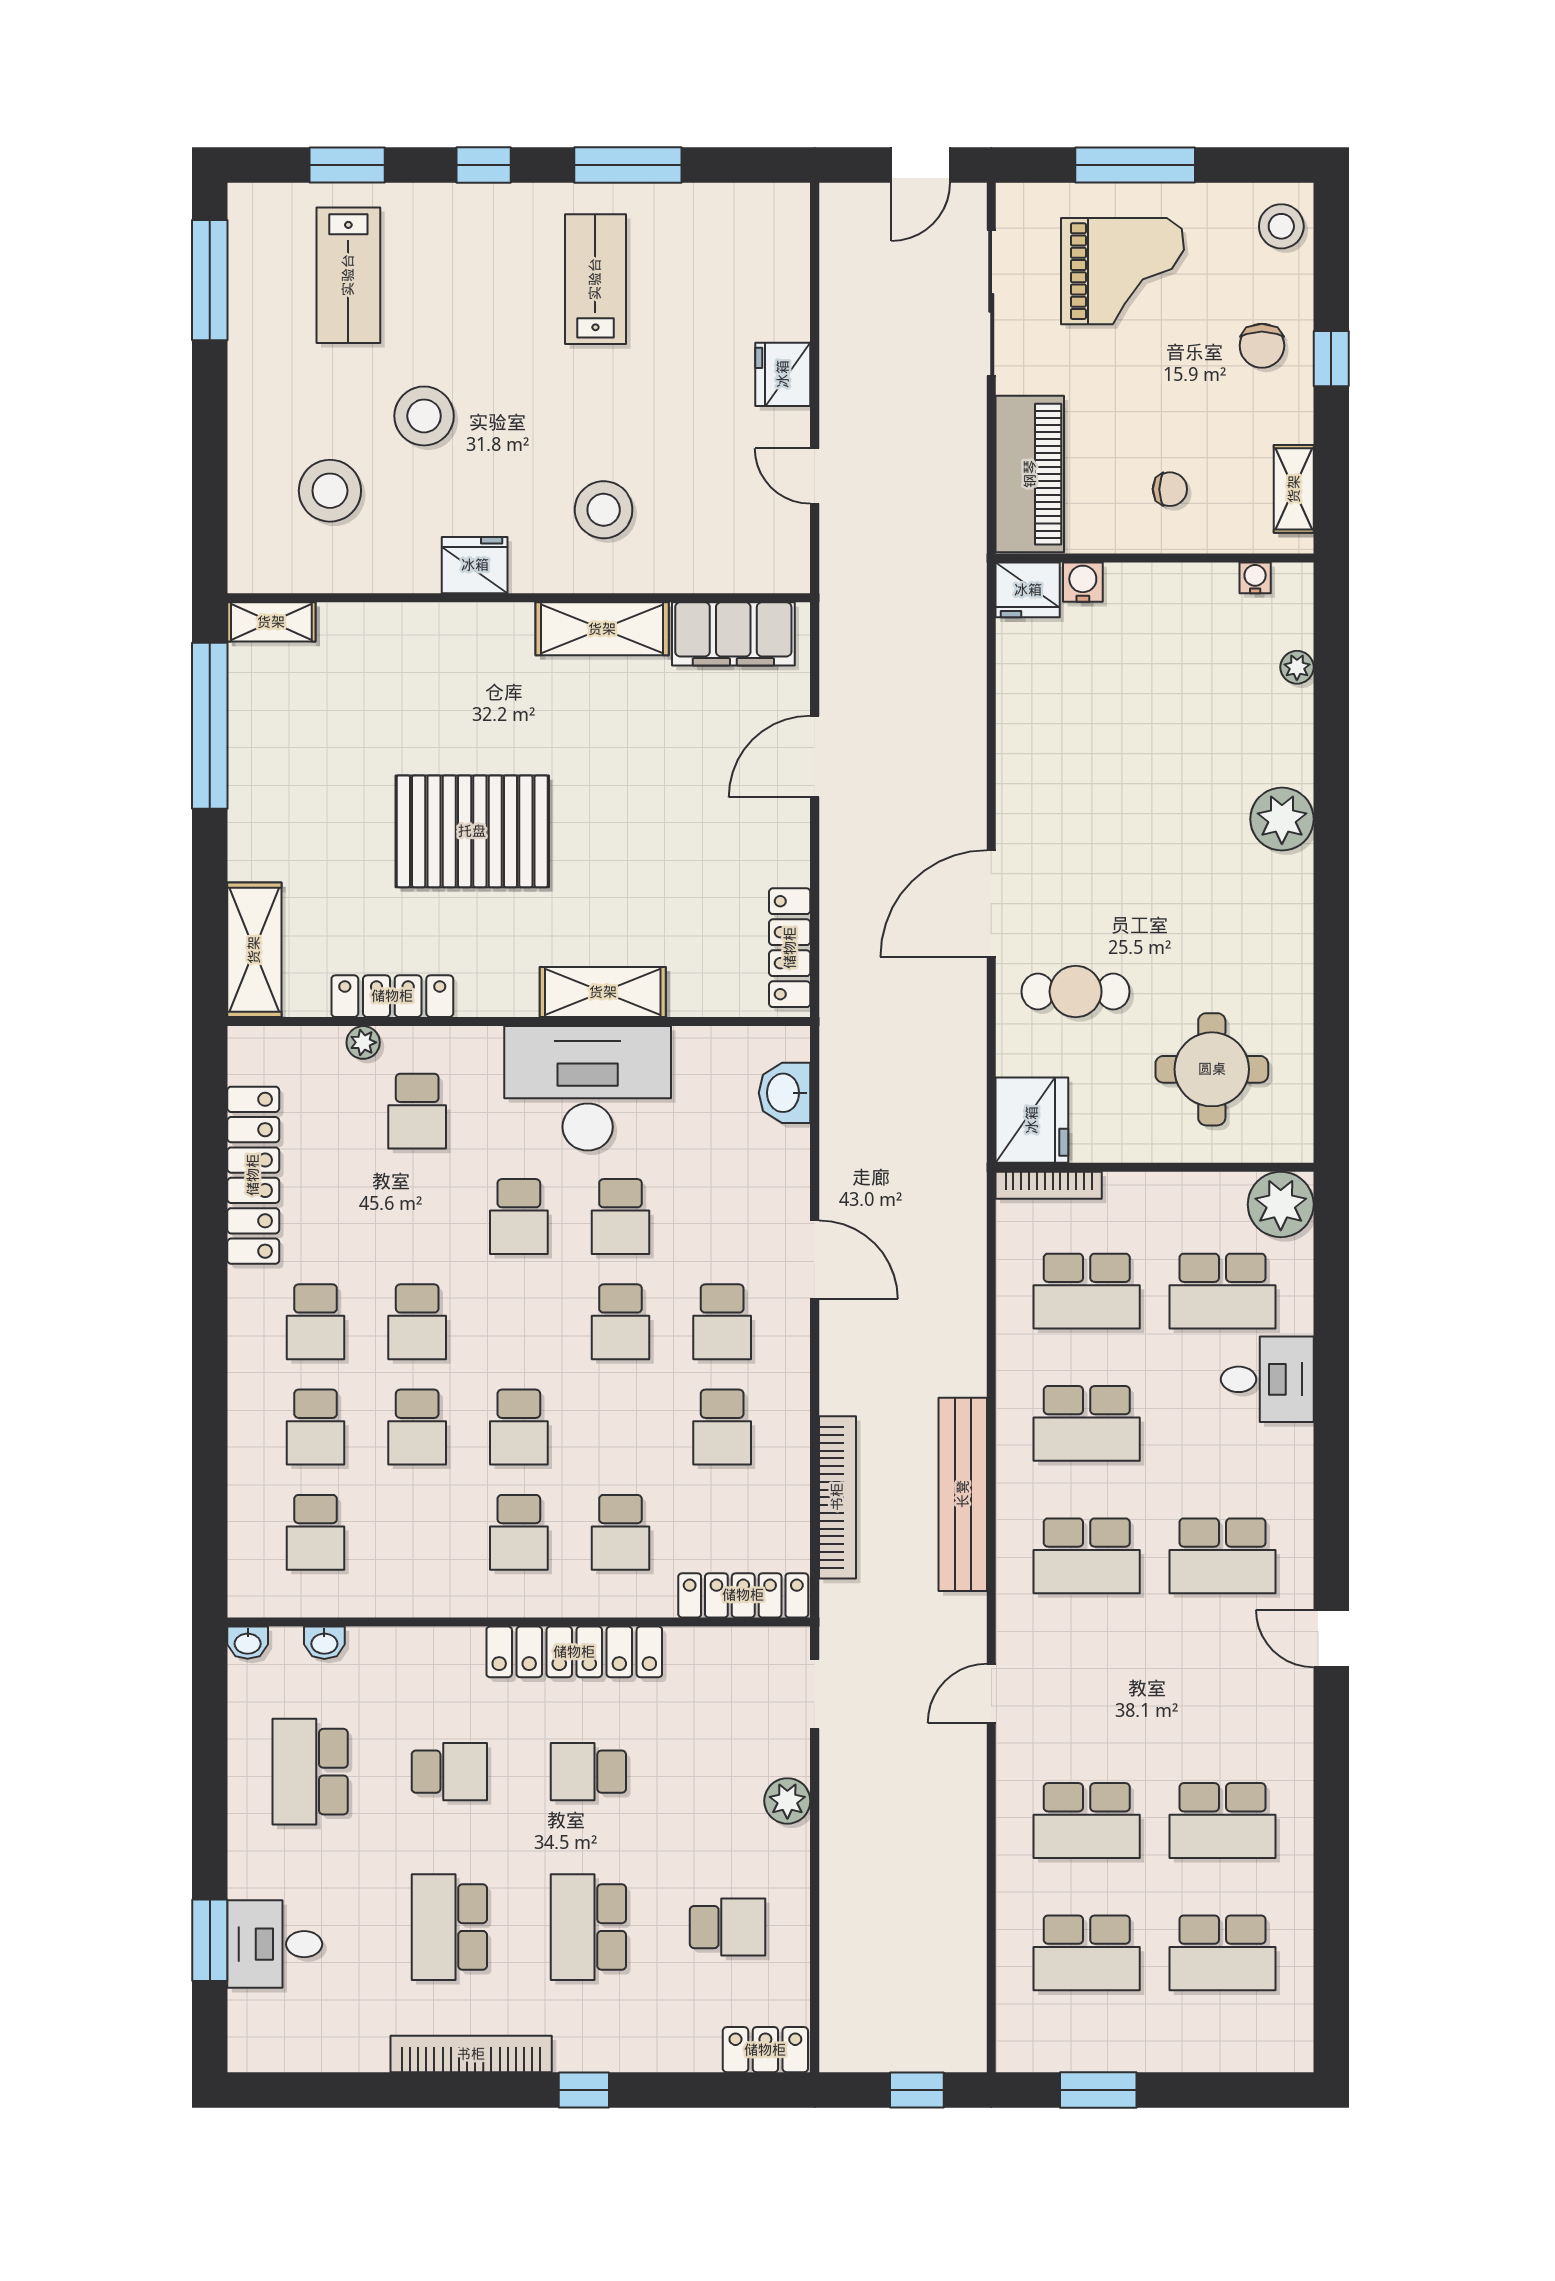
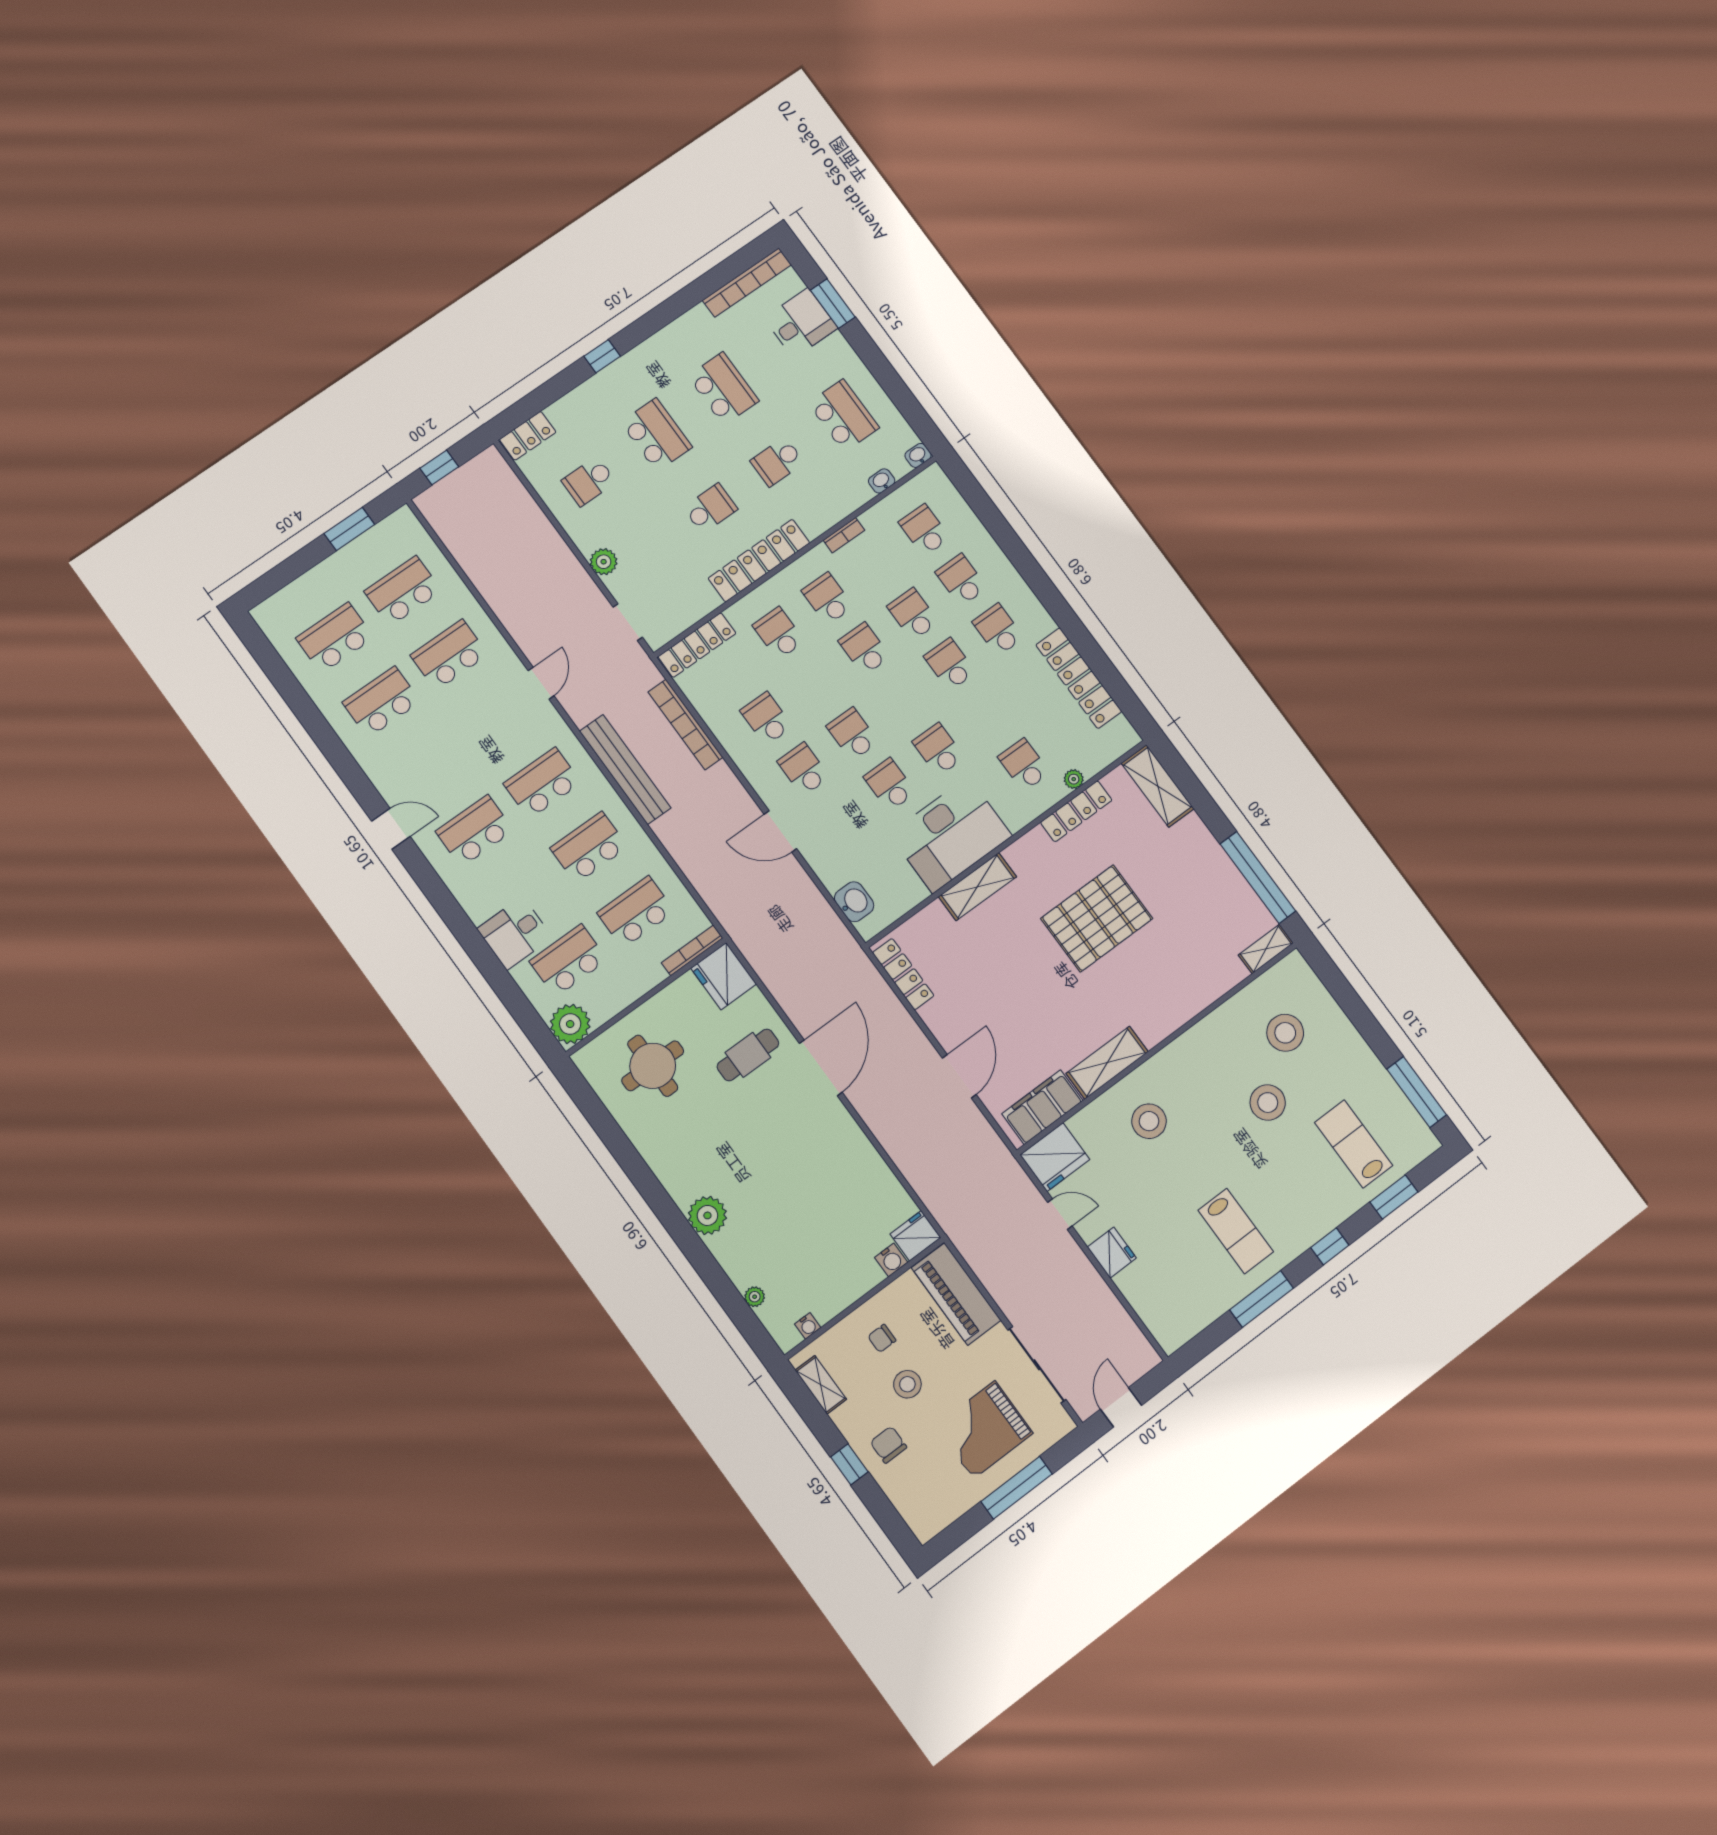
stool: (1281, 226) -> (907, 1384), moved
fridge: (475, 565) -> (1055, 1157), moved, width x1.36, depth x1.34
bookcase: (432, 1604) -> (844, 535), added
bookcase: (471, 2054) -> (747, 283), moved

